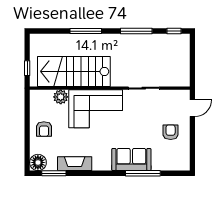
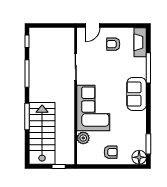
stairs: (74, 71) -> (42, 133), moved, turned 180
door: (192, 108) -> (93, 26), swing flipped
sofa: (131, 159) -> (137, 94), moved
fireplace: (75, 164) -> (140, 42), moved

